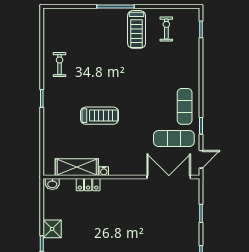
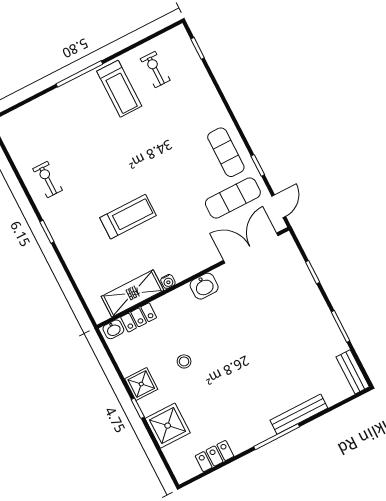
locker: (88, 185) -> (139, 317), moved
washbasin: (126, 186) -> (204, 286), added
stool: (87, 228) -> (184, 361), added

